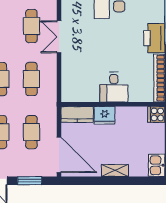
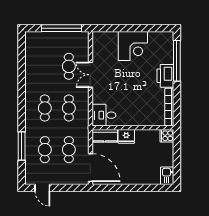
desk: (114, 87) -> (104, 115), moved, turned 90
shelving: (115, 170) -> (134, 180), removed
window: (30, 181) -> (67, 188), removed

